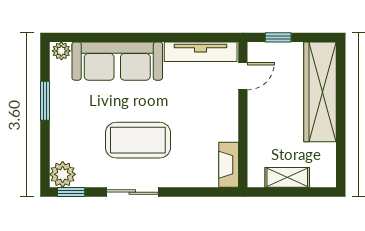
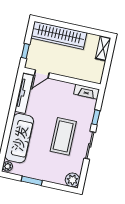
door: (243, 76) -> (42, 74), swing flipped
shelving: (287, 177) -> (103, 48), moved
window: (71, 192) -> (96, 117), moved

